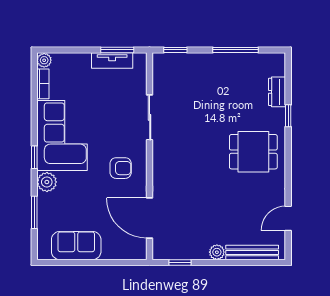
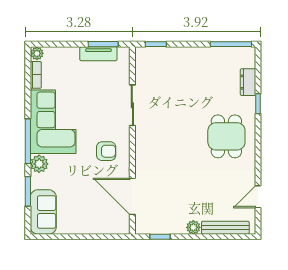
window: (236, 50) -> (231, 44), moved
dining table: (253, 152) -> (226, 136), turned 90
window: (34, 157) -> (28, 141), width x2.17
sofa: (76, 246) -> (43, 212), moved, turned 90

